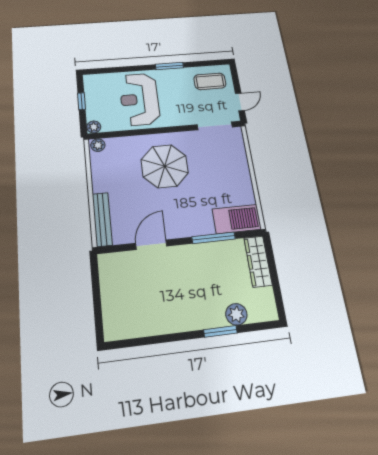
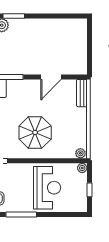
window: (169, 66) -> (21, 215), width x1.44
bench: (102, 219) -> (82, 93), width x0.73

